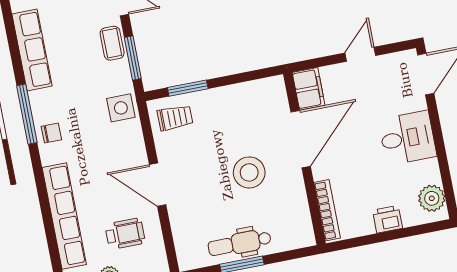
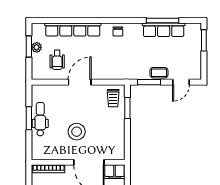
side table: (121, 108) -> (124, 71), removed
window: (27, 114) -> (163, 20), moved

